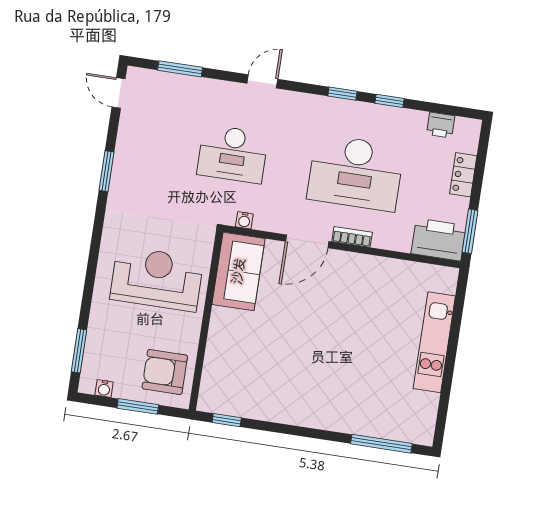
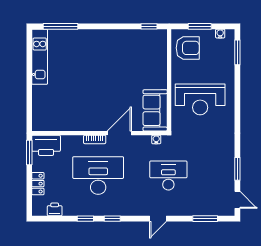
window: (107, 171) -> (237, 169), moved
kitchen unit: (434, 342) -> (40, 57), moved

